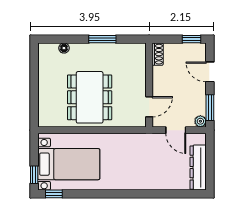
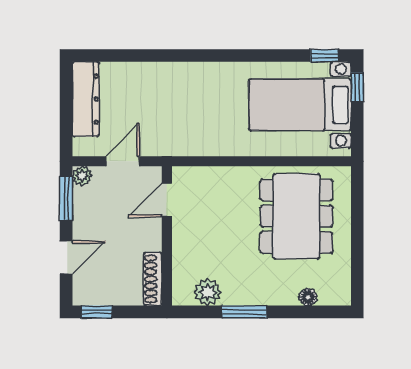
plant: (125, 51) -> (208, 292), added
shoe rack: (158, 54) -> (153, 279), width x1.43
door: (210, 72) -> (66, 258), hinge flipped
dining table: (90, 97) -> (296, 216), moved
door: (176, 130) -> (123, 161), hinge flipped

